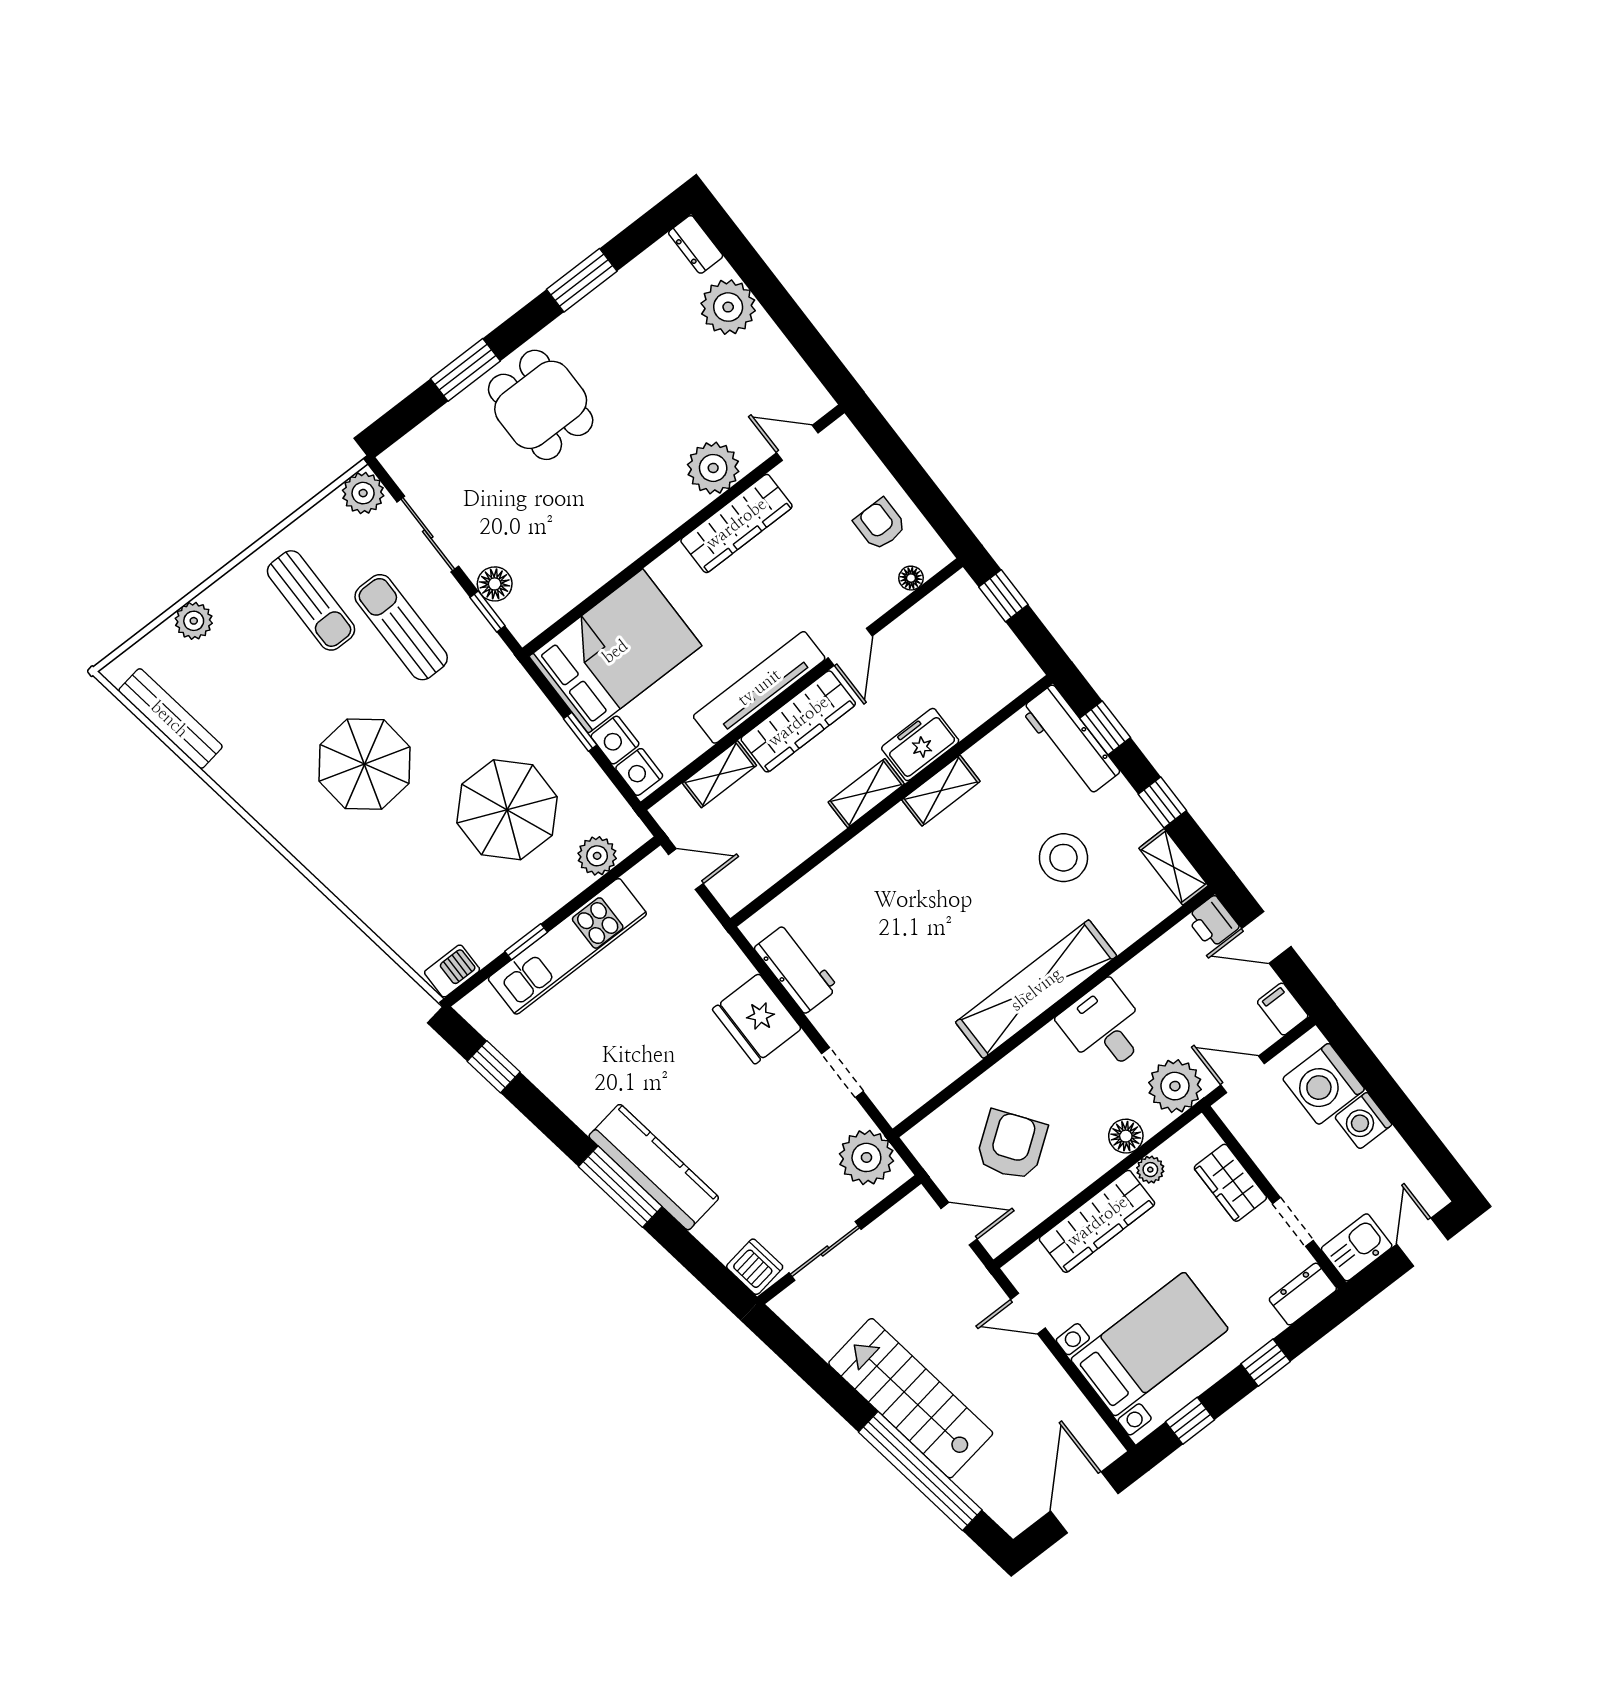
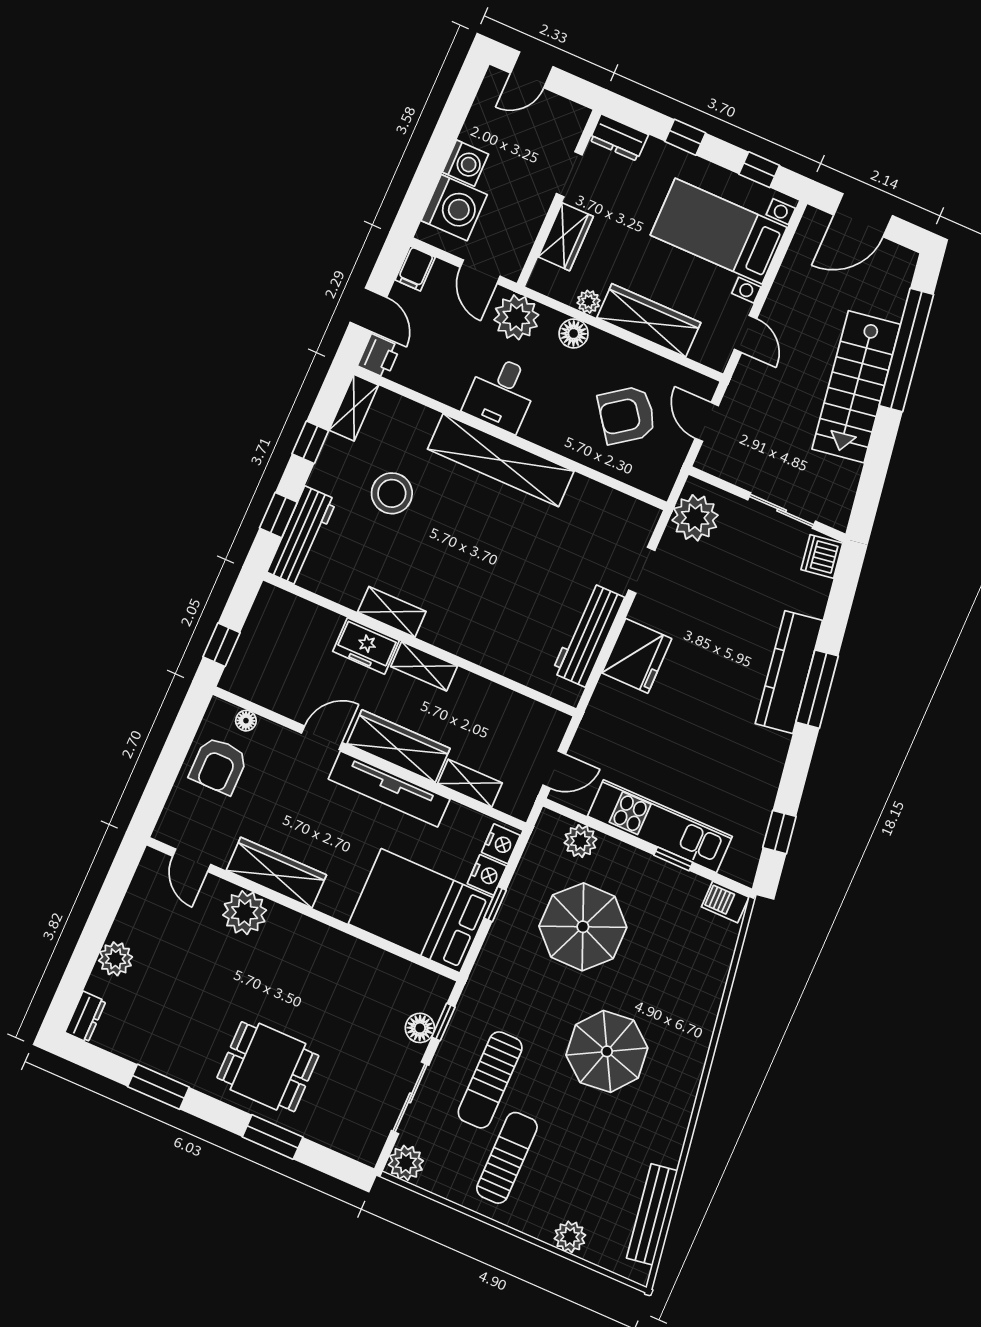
plant: (728, 307) -> (116, 959), width x0.73, depth x0.73
dining table: (541, 405) -> (268, 1067), turned 90
armchair: (880, 524) -> (219, 766), width x1.38, depth x1.38
door: (686, 869) -> (554, 770), swing flipped
workbench: (796, 968) -> (588, 635), width x1.38
kitchen sink: (1357, 1247) -> (562, 116), removed

